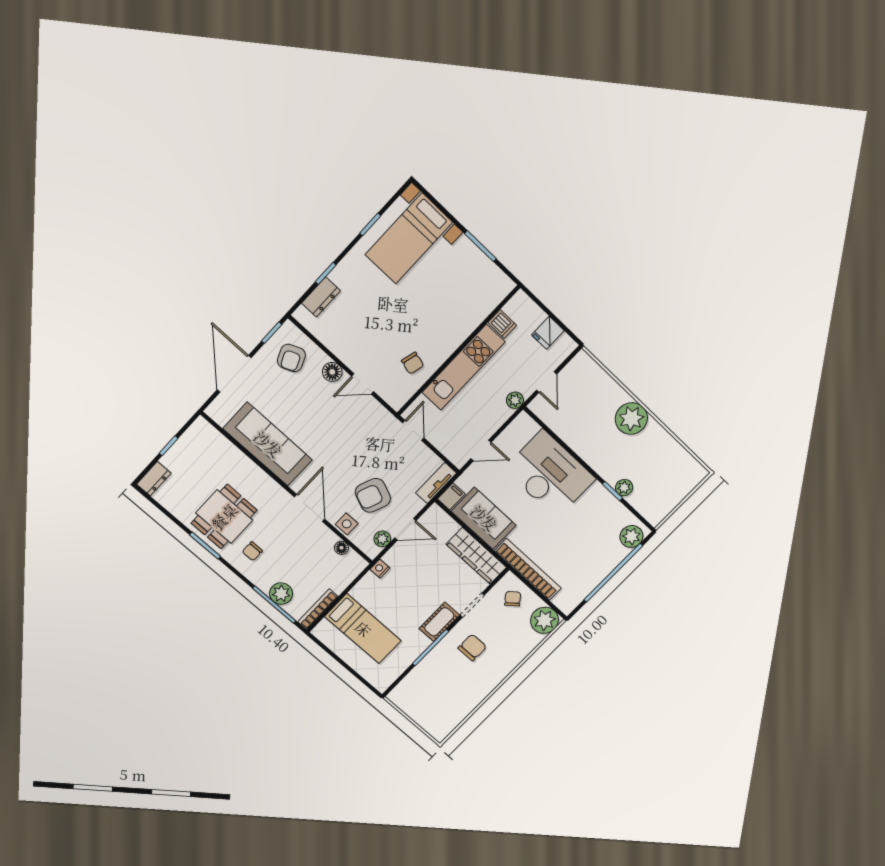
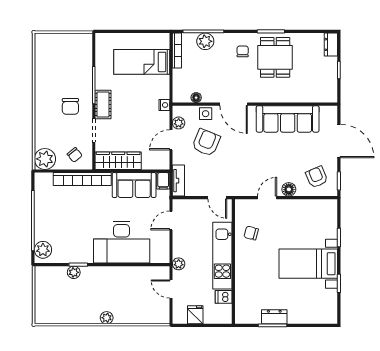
bed with nightstands: (409, 238) -> (308, 264), moved, turned -90
dresser: (321, 297) -> (274, 317), moved, turned 90
plant: (631, 419) -> (107, 318), width x0.53, depth x0.53

